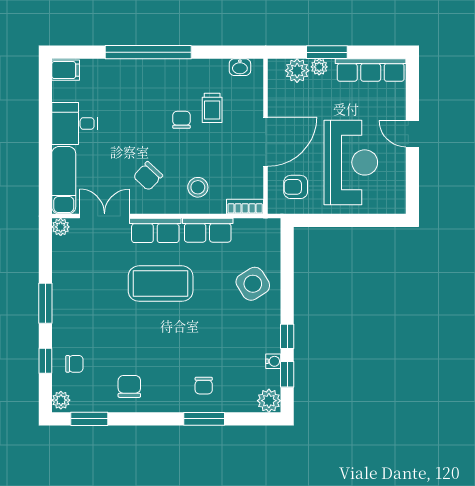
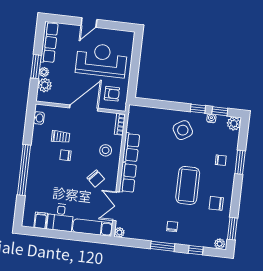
filing cabinet: (66, 70) -> (41, 220), moved
door: (266, 142) -> (84, 108), hinge flipped
armchair: (296, 187) -> (112, 94), turned -90
coffee table: (161, 284) -> (188, 185), moved
side table: (253, 284) -> (183, 130), moved
chair: (74, 364) -> (172, 227), moved

